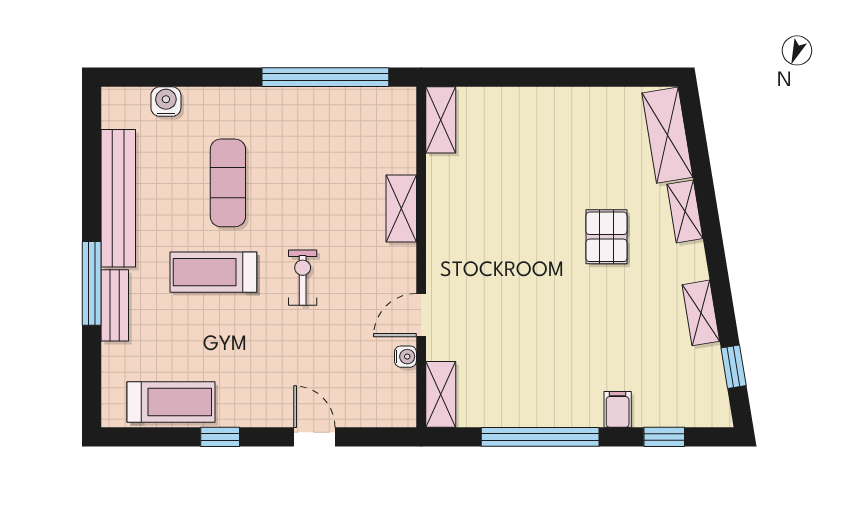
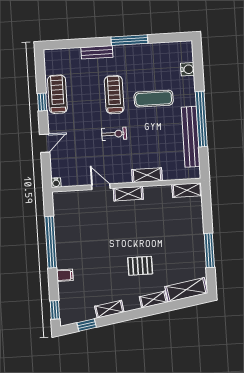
window: (325, 77) -> (201, 119), moved
window: (581, 77) -> (209, 250), added
bench: (118, 198) -> (191, 137), moved, turned 90
window: (92, 283) -> (129, 40), moved
water cooler: (405, 357) -> (56, 183), moved
shelving: (441, 394) -> (128, 194), moved
treadmill: (171, 402) -> (57, 94), moved, turned 180
window: (664, 437) -> (55, 310), moved

